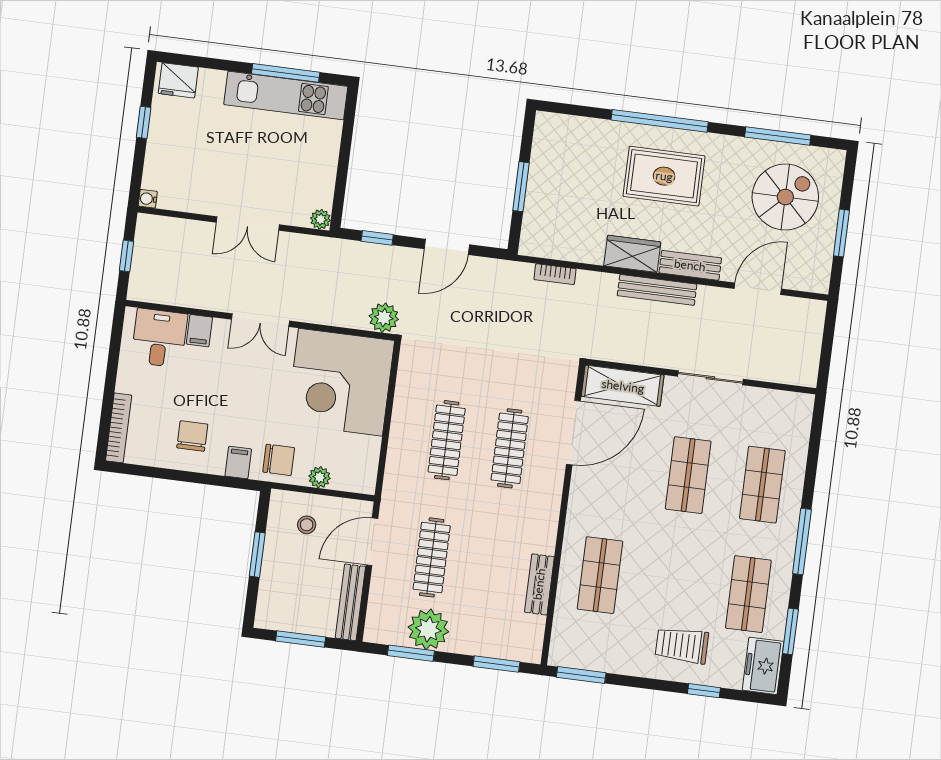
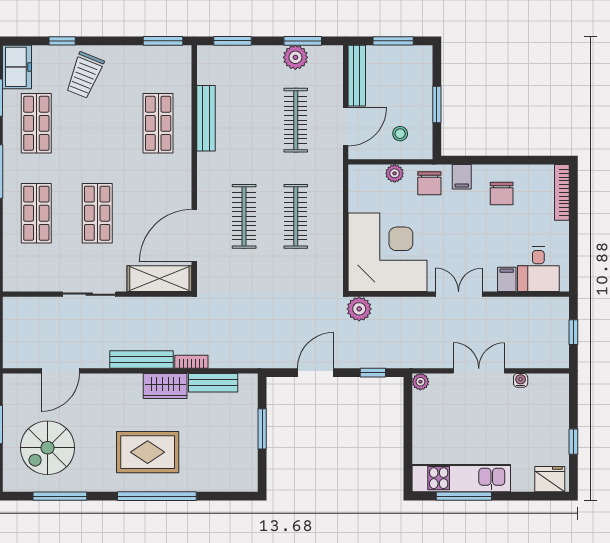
water cooler: (148, 199) -> (521, 380), moved, turned -90
bench: (690, 265) -> (213, 383), moved
bookcase: (555, 274) -> (191, 362), moved
chair: (279, 460) -> (429, 183), turned -90
bench: (539, 584) -> (206, 118), width x1.36
plant: (428, 629) -> (295, 57), width x0.73, depth x0.73
trolley: (682, 645) -> (85, 75), turned 112

